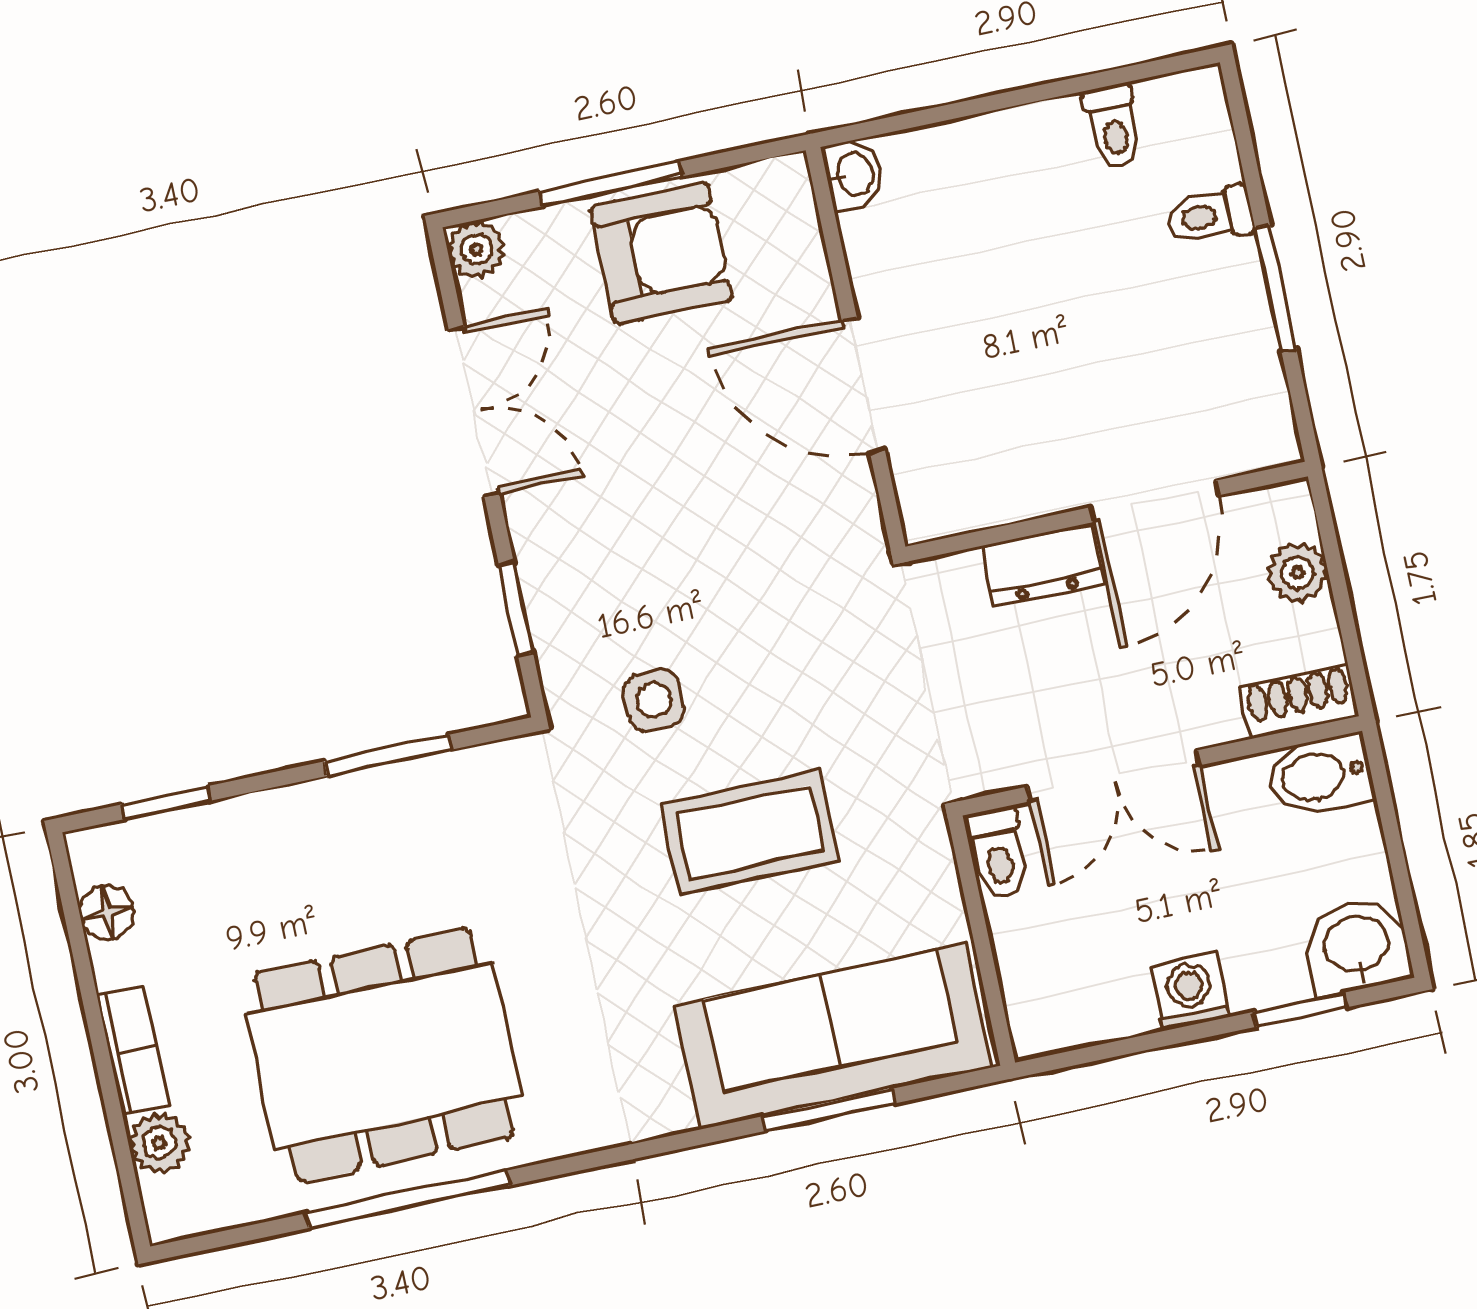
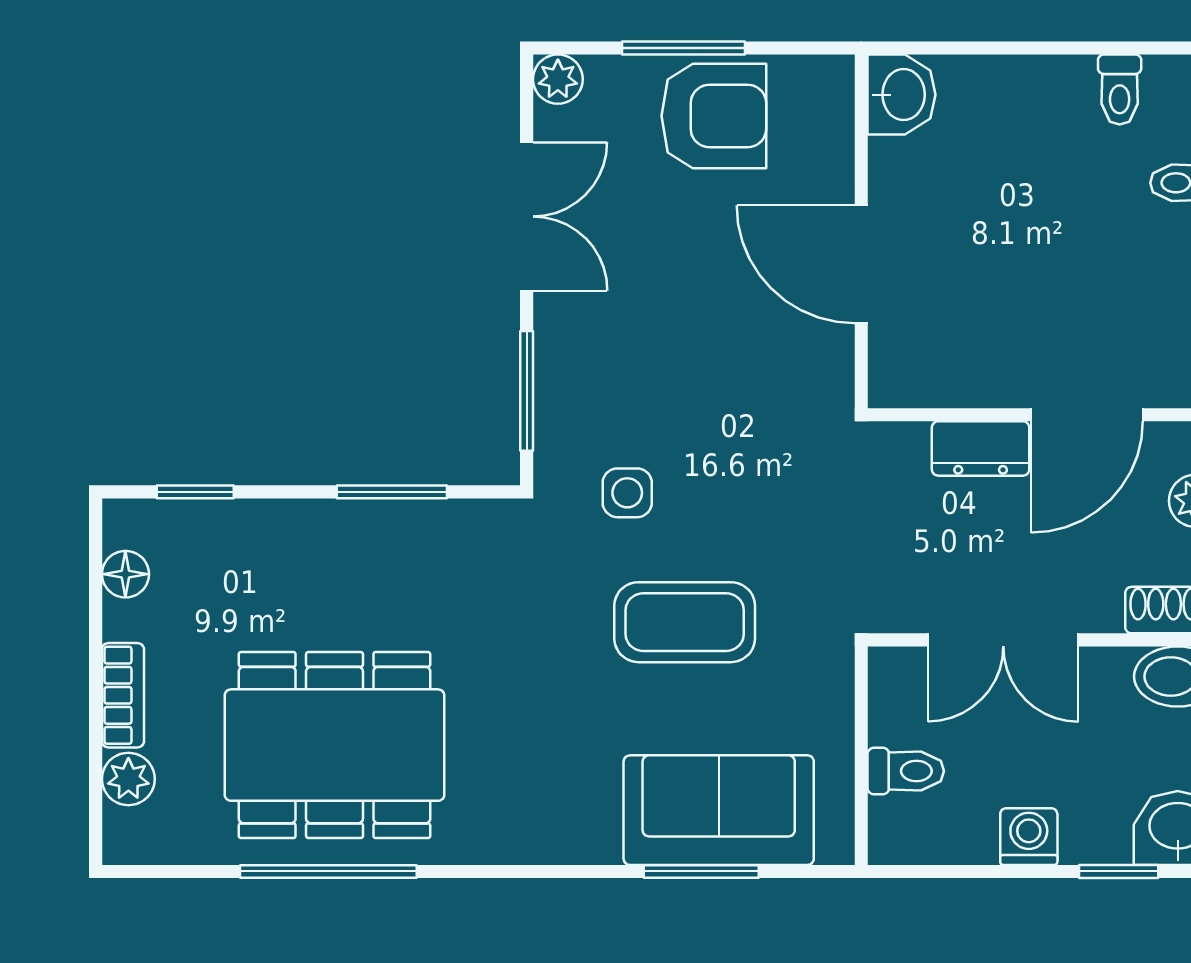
washbasin: (854, 174) -> (902, 95), width x1.38, depth x1.45
window: (516, 609) -> (527, 391), width x1.50
toilet: (998, 853) -> (906, 771), moved, turned -90
sofa: (834, 1036) -> (719, 810), width x0.73

